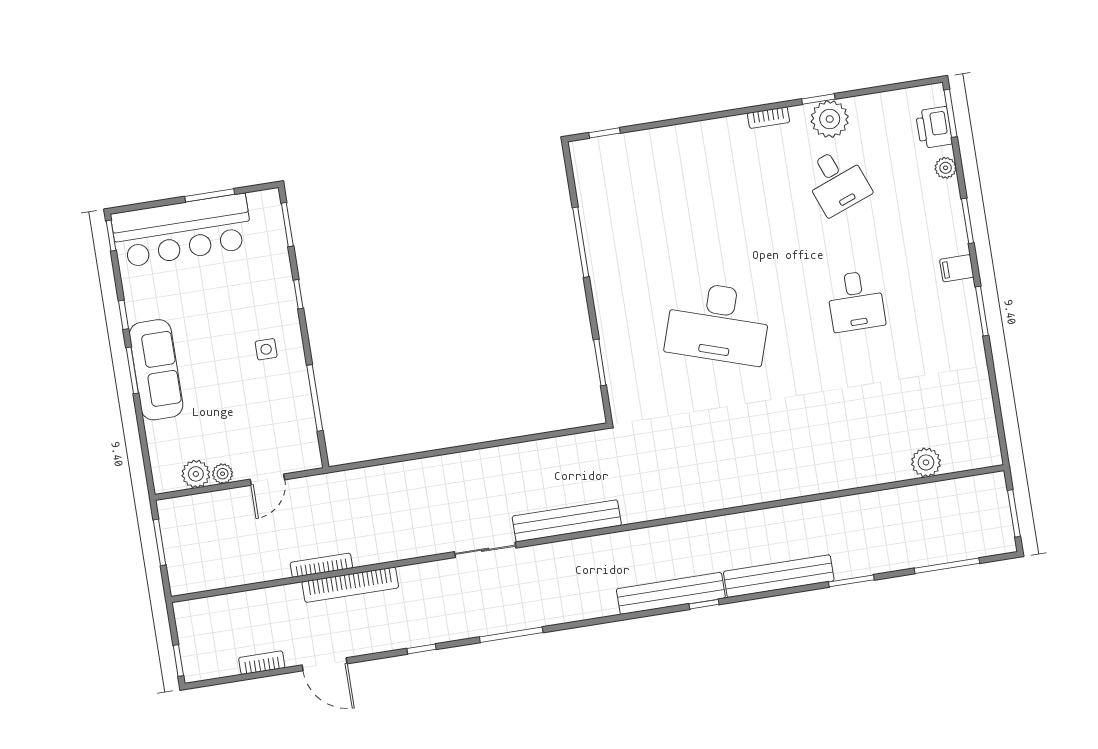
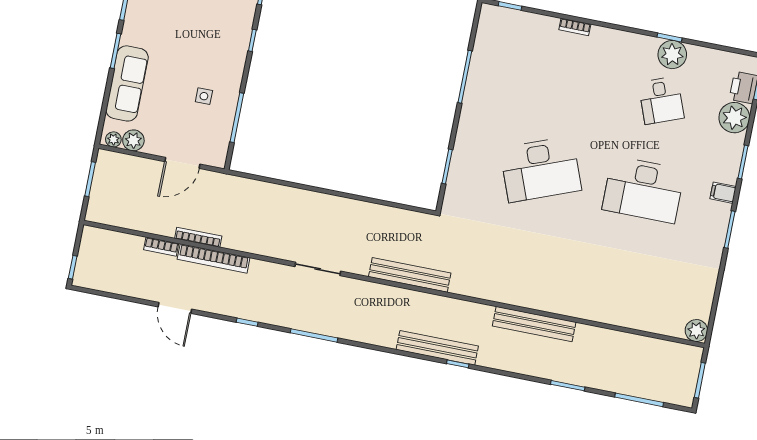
bookcase: (768, 118) -> (575, 27), moved
plant: (946, 168) -> (734, 118), width x1.87, depth x1.87
desk: (856, 301) -> (643, 190), width x1.87, depth x1.30
desk: (718, 323) -> (541, 169), turned -39
side table: (266, 349) -> (204, 96), moved
sofa: (156, 370) -> (127, 83), moved
plant: (926, 462) -> (696, 331), moved
plant: (223, 474) -> (113, 139), moved
door: (267, 480) -> (182, 163), width x1.38
bench: (567, 521) -> (410, 275), moved
bench: (779, 576) -> (534, 324), moved
bookcase: (262, 663) -> (161, 247), moved, turned 180

